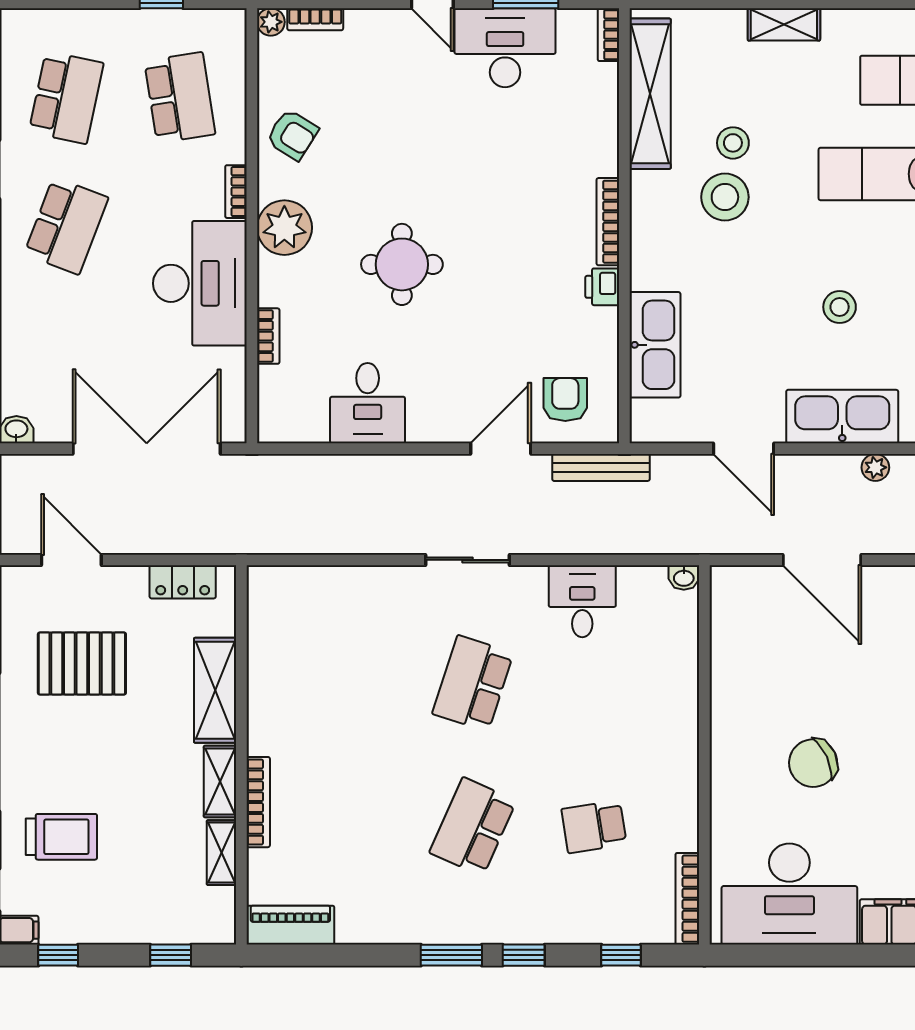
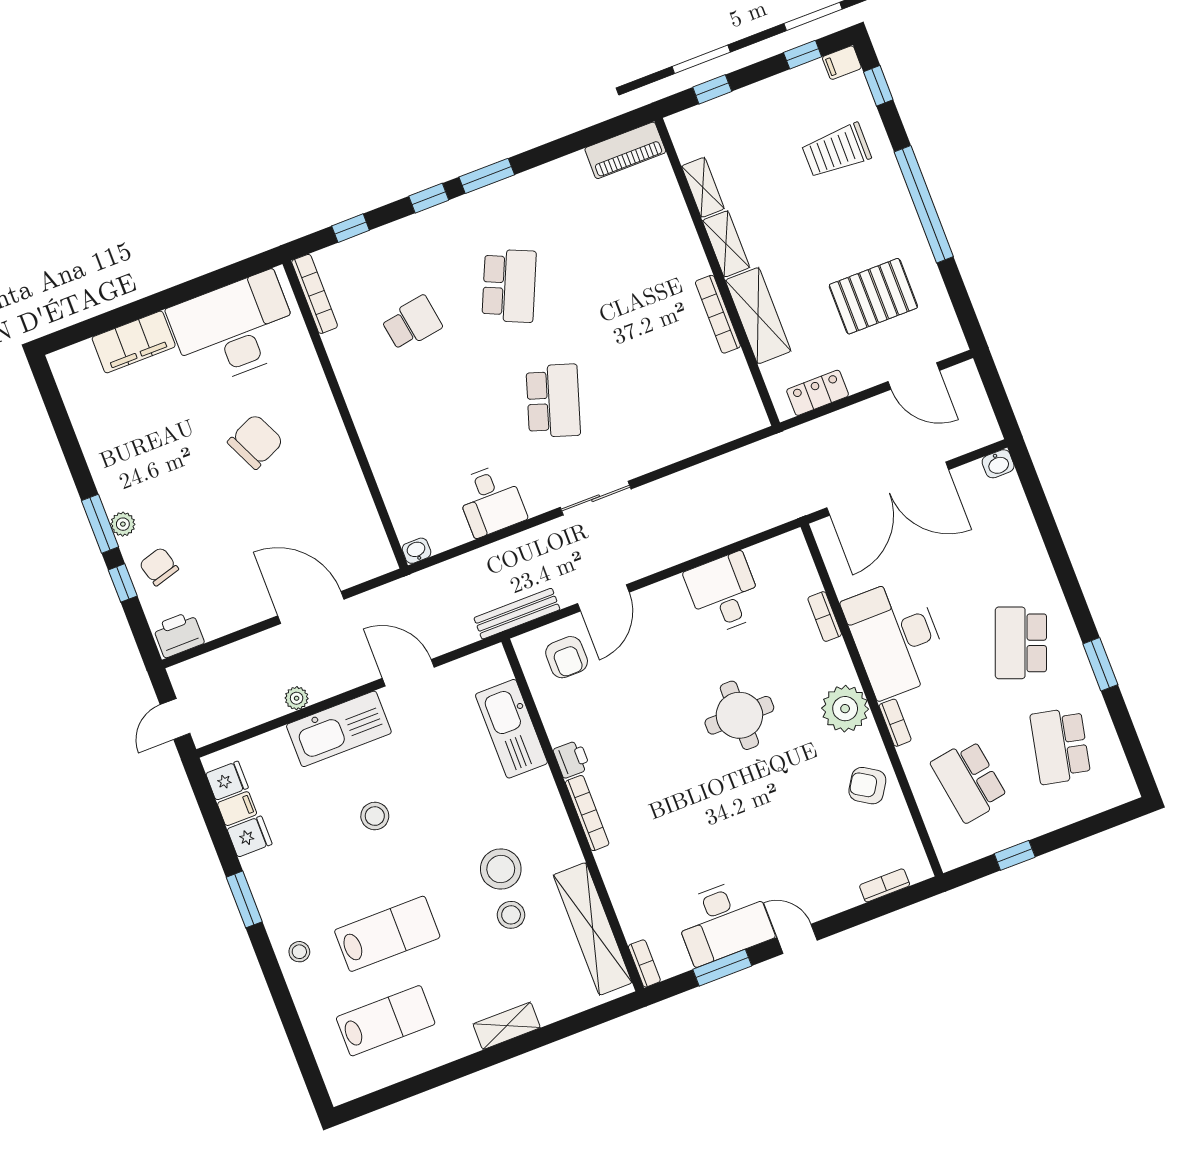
plant: (271, 22) -> (919, 870), removed
bookcase: (258, 802) -> (718, 314), moved

